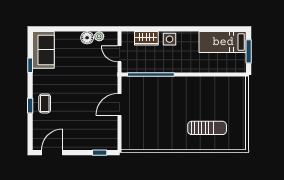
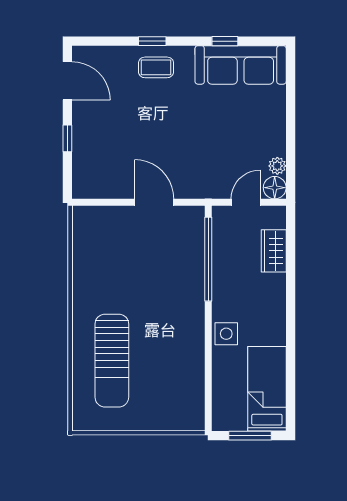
floor lamp: (87, 38) -> (275, 188), moved
side table: (170, 39) -> (226, 334), moved
sofa: (43, 50) -> (241, 65), width x1.36
sun lounger: (207, 128) -> (112, 361), width x1.36, depth x1.34
window: (100, 153) -> (67, 138), moved

